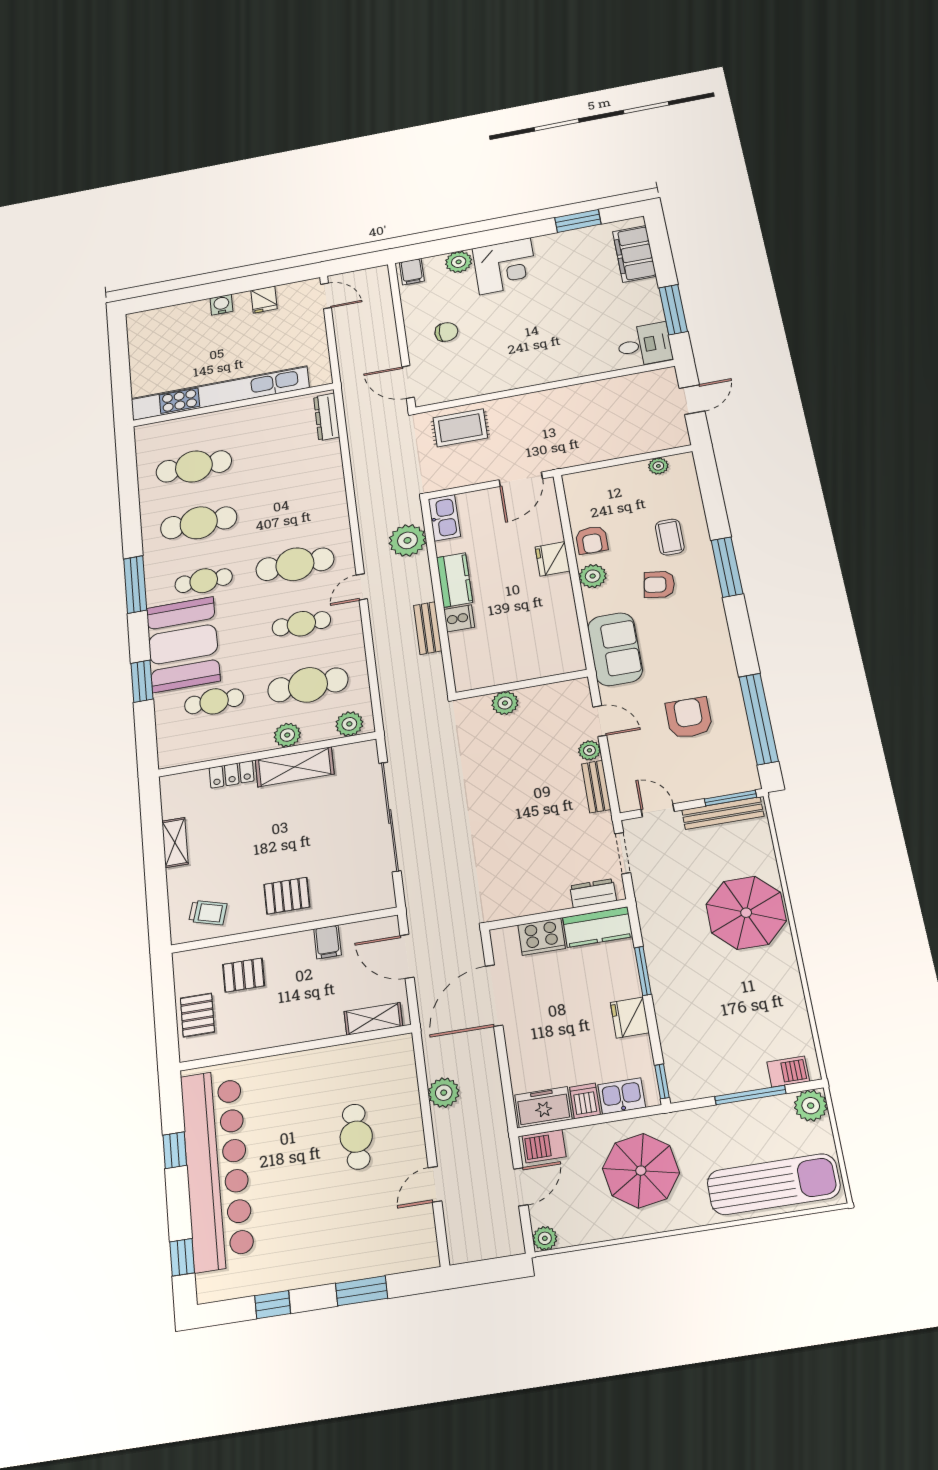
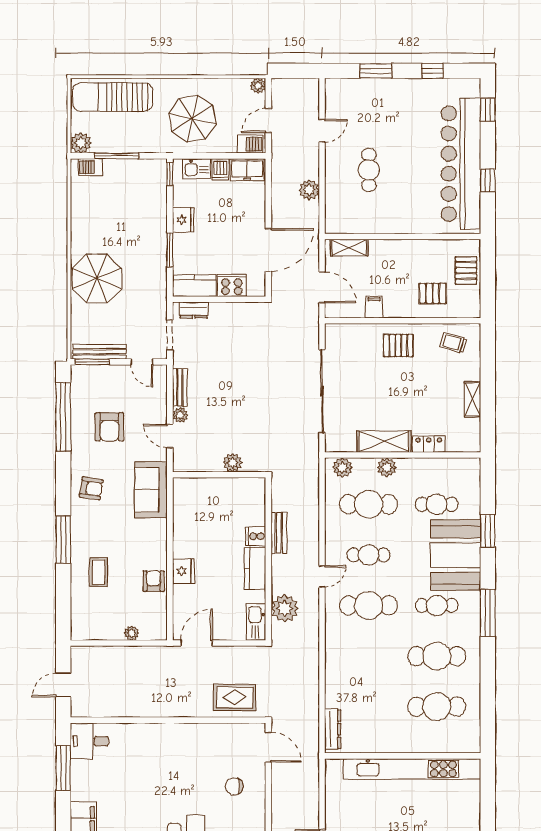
plant: (658, 466) -> (131, 633), moved
plant: (593, 576) -> (157, 551), removed
armchair: (659, 584) -> (91, 488), moved

